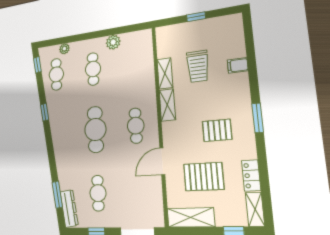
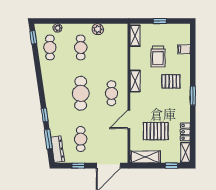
filing cabinet: (238, 65) -> (184, 49), moved
shelving: (165, 73) -> (135, 36), moved
window: (45, 112) -> (45, 115), moved
pallet: (217, 130) -> (171, 81), moved

